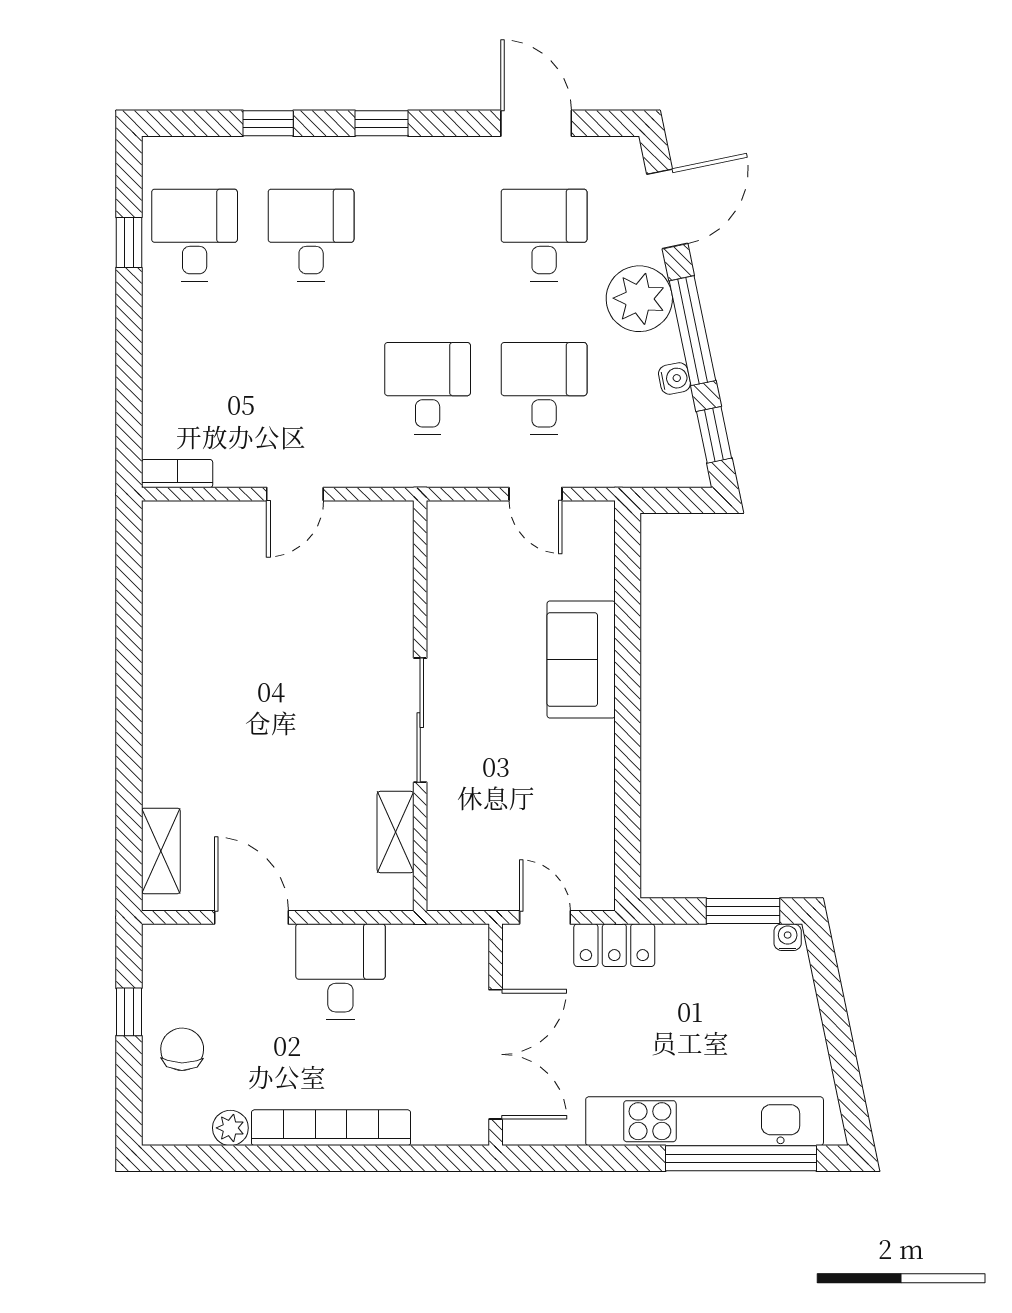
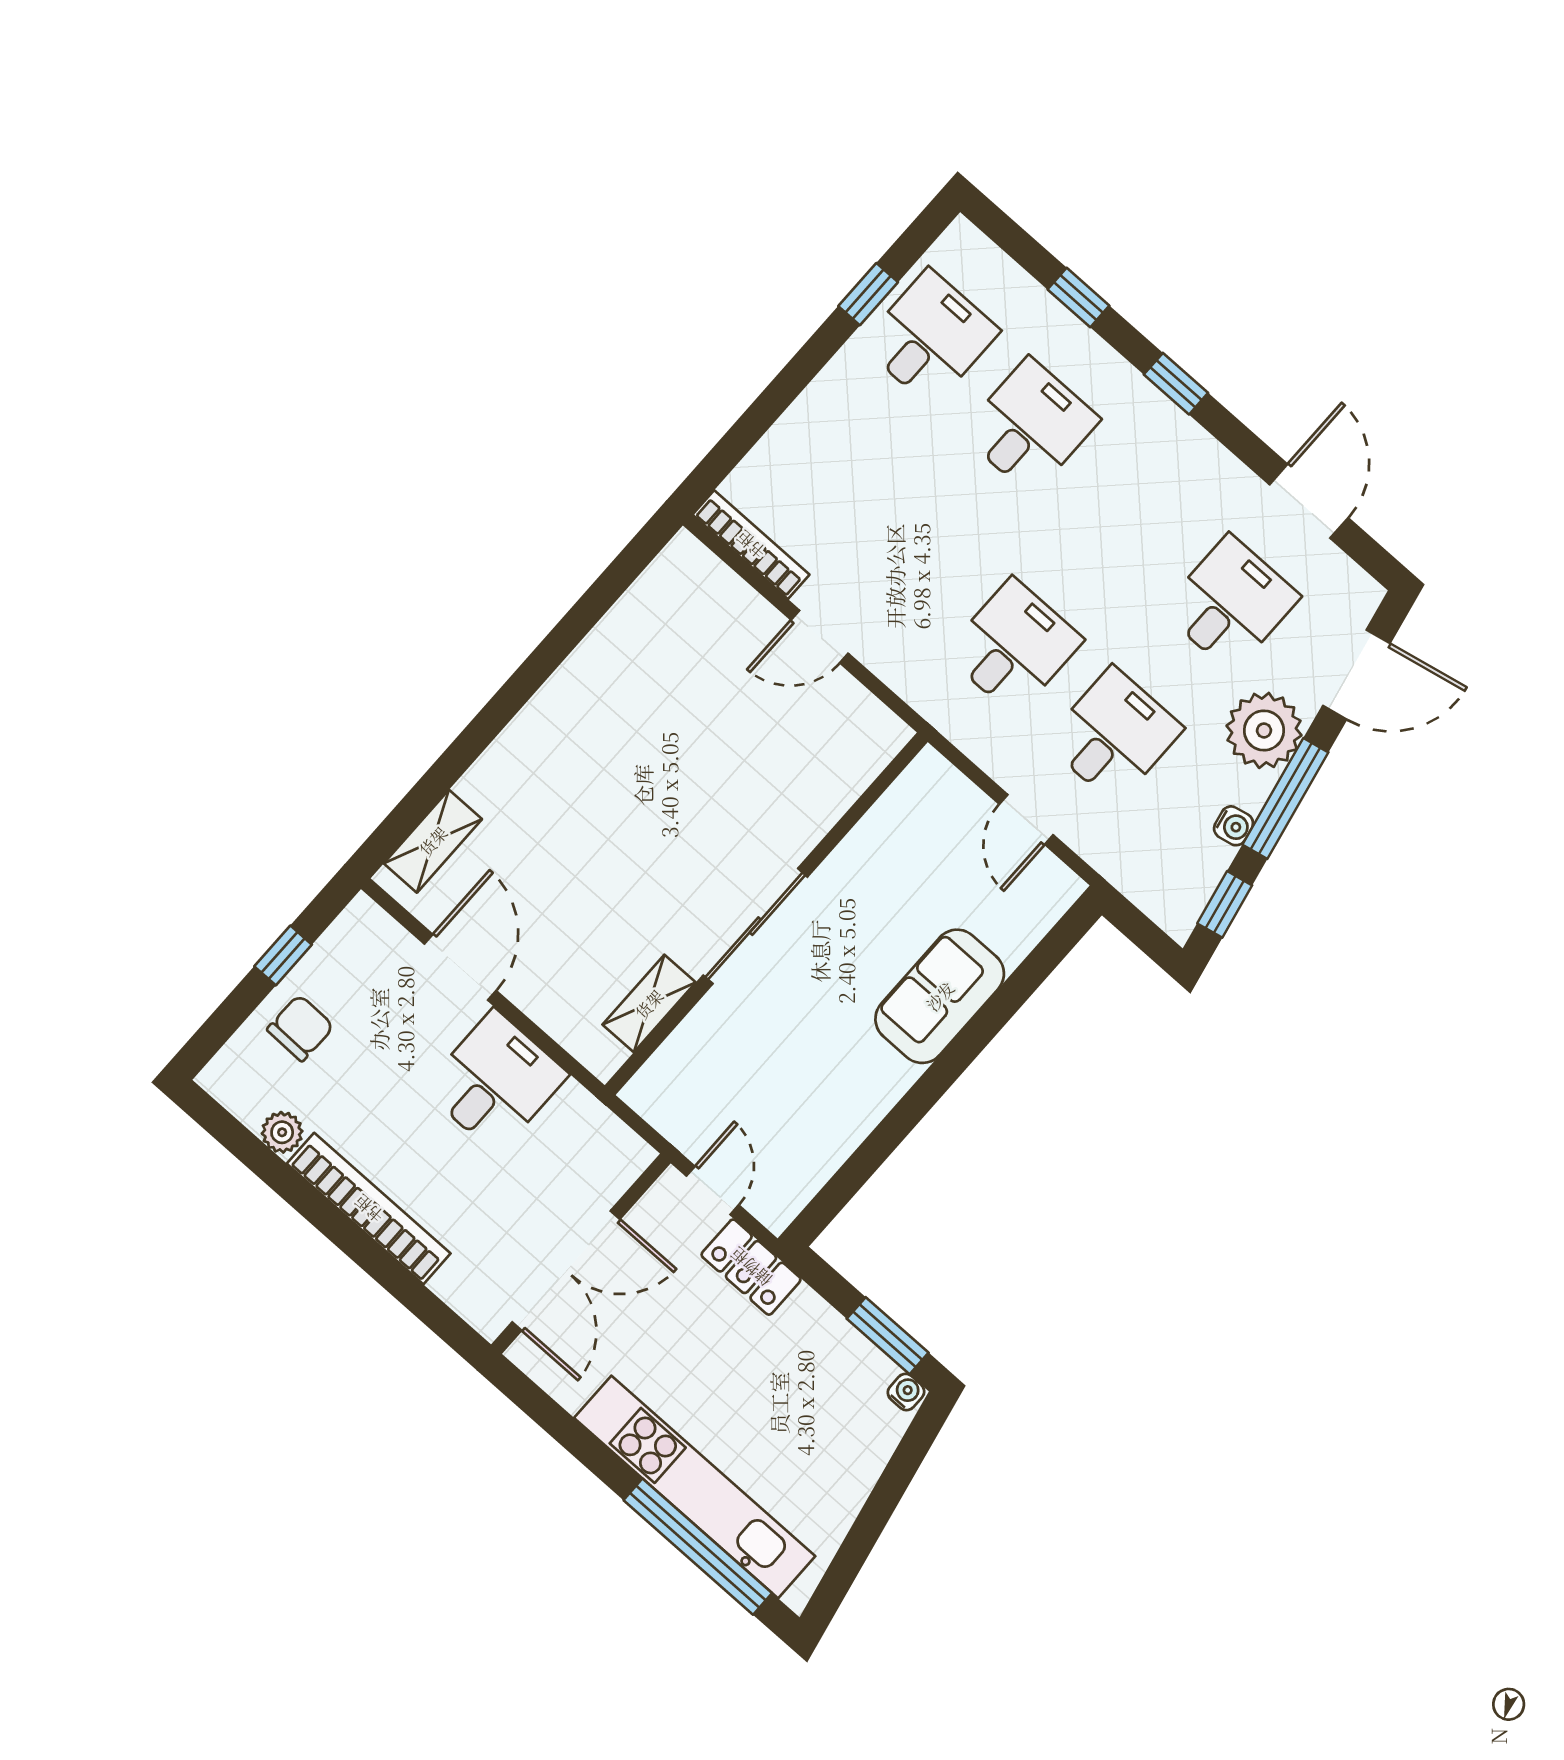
bookcase: (177, 474) -> (751, 545), width x1.56

